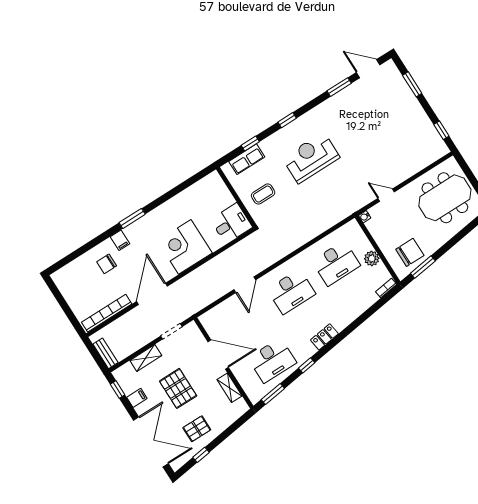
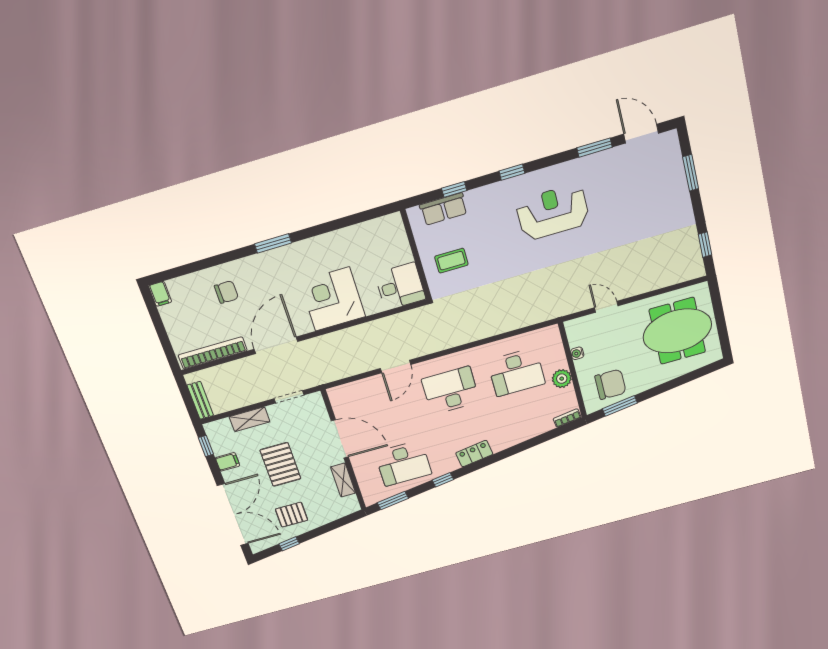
reception desk: (311, 158) -> (553, 212), moved
water cooler: (365, 217) -> (577, 353), moved
filing cabinet: (120, 240) -> (160, 294), moved
chair: (107, 264) -> (226, 292), turned 180
desk: (291, 292) -> (451, 391), turned 180

